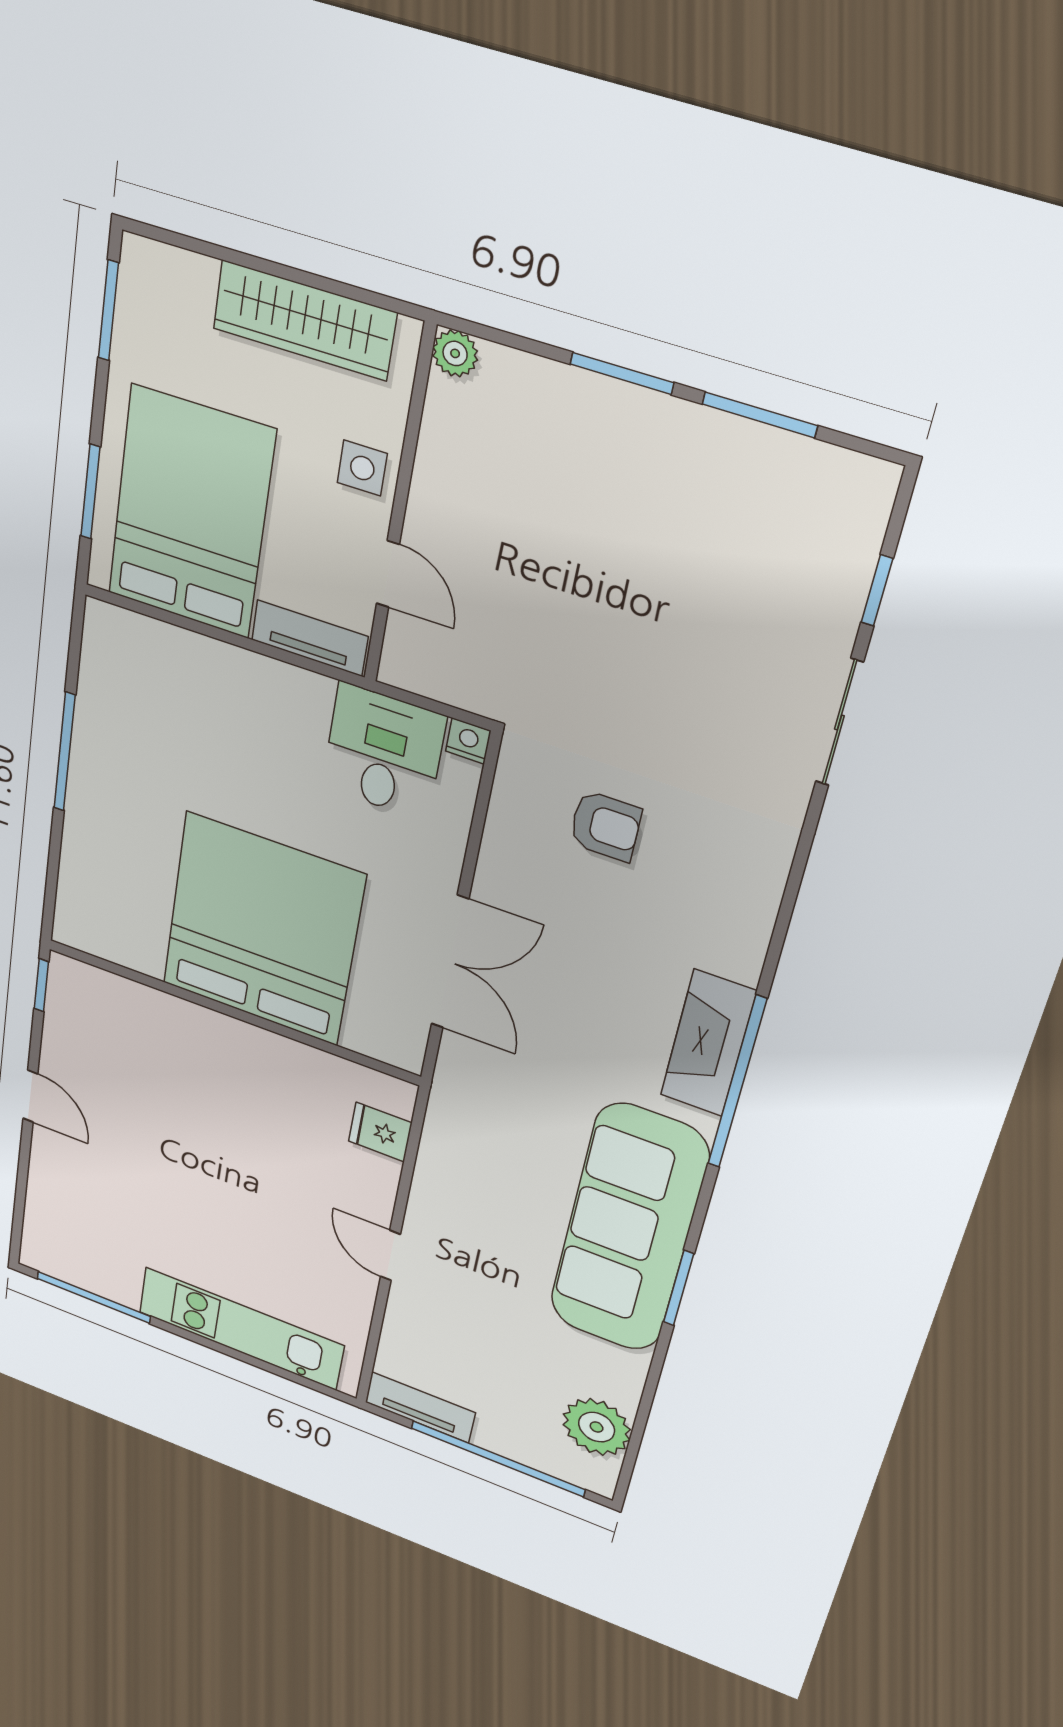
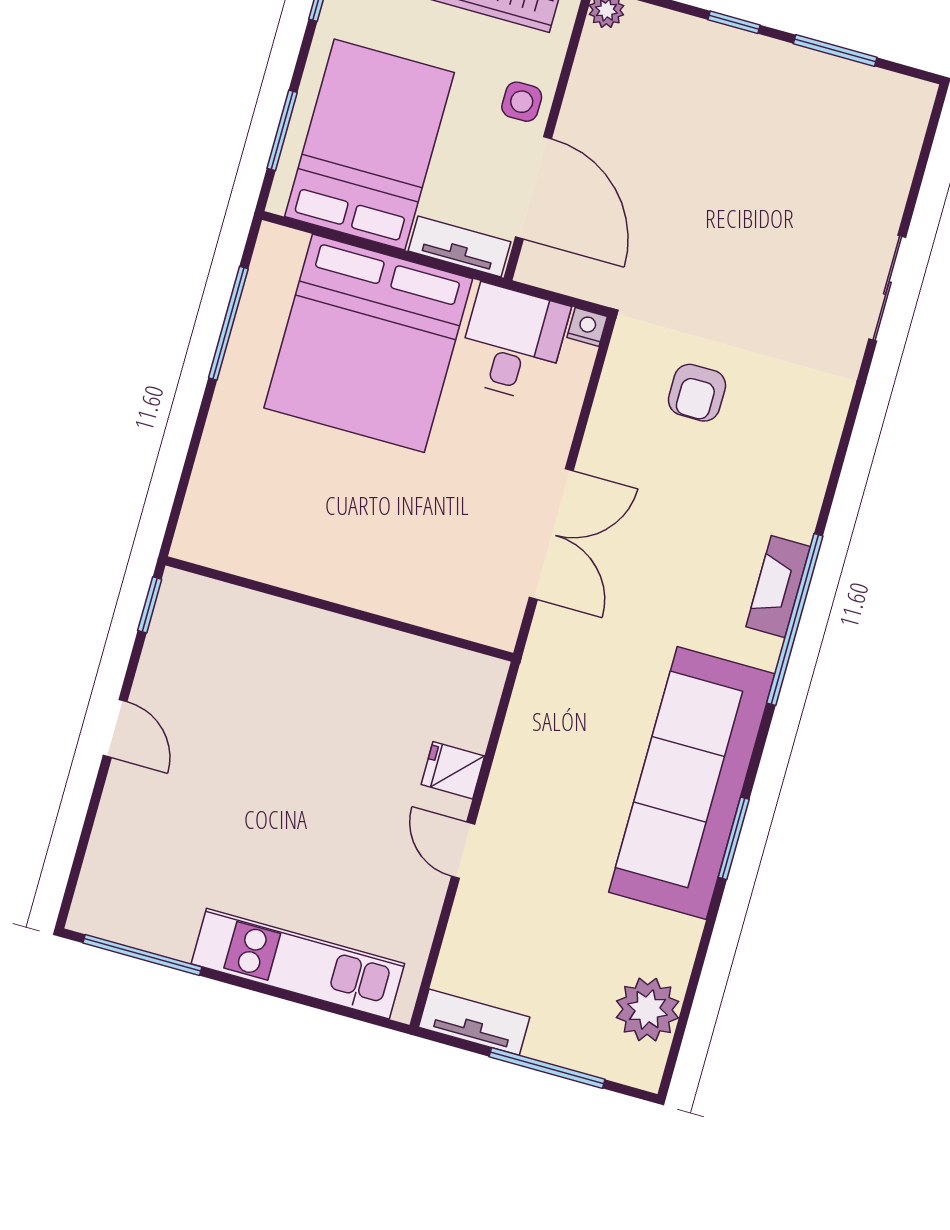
window: (622, 373) -> (734, 22), width x0.67
door: (388, 574) -> (533, 188), width x1.88
window: (877, 590) -> (917, 180), removed
window: (65, 752) -> (228, 323), moved
armchair: (605, 826) -> (697, 393), turned 90
bed: (263, 930) -> (368, 343), moved, turned 180
fireplace: (708, 1043) -> (778, 587), width x0.73, depth x0.76
fridge: (380, 1132) -> (453, 770), moved
window: (498, 1459) -> (547, 1068), width x0.68

